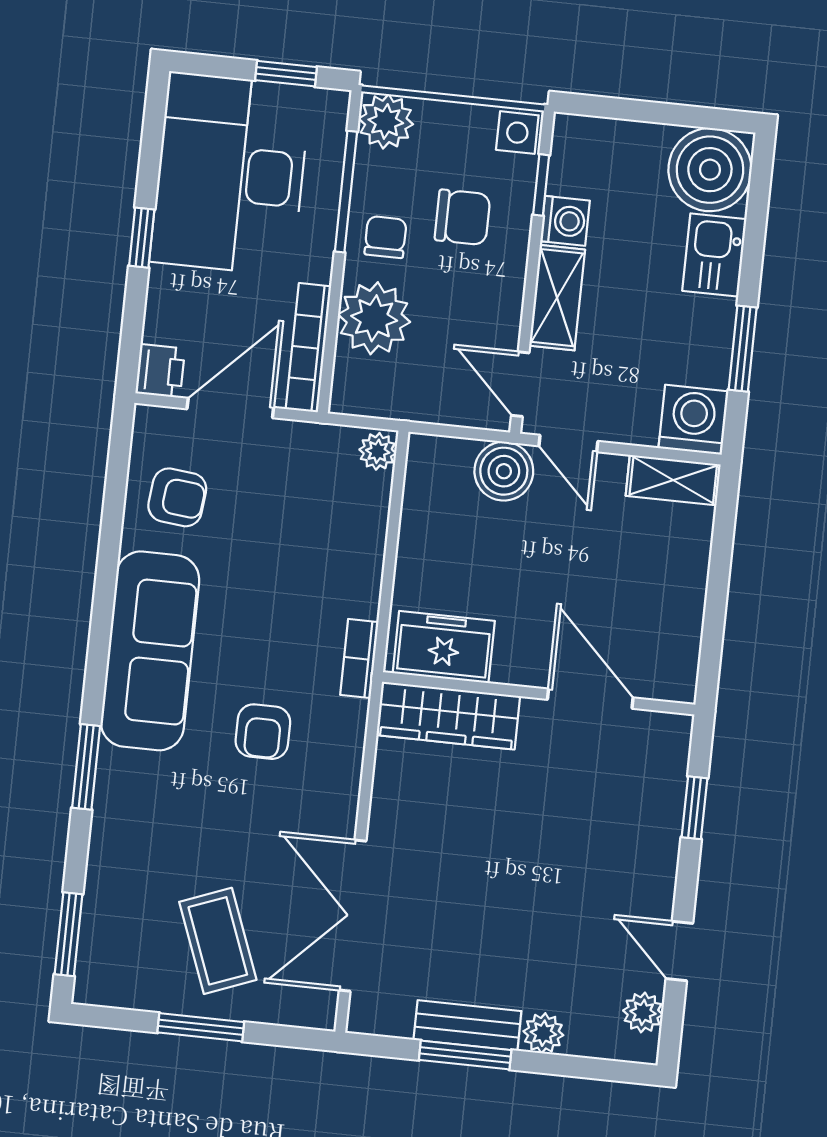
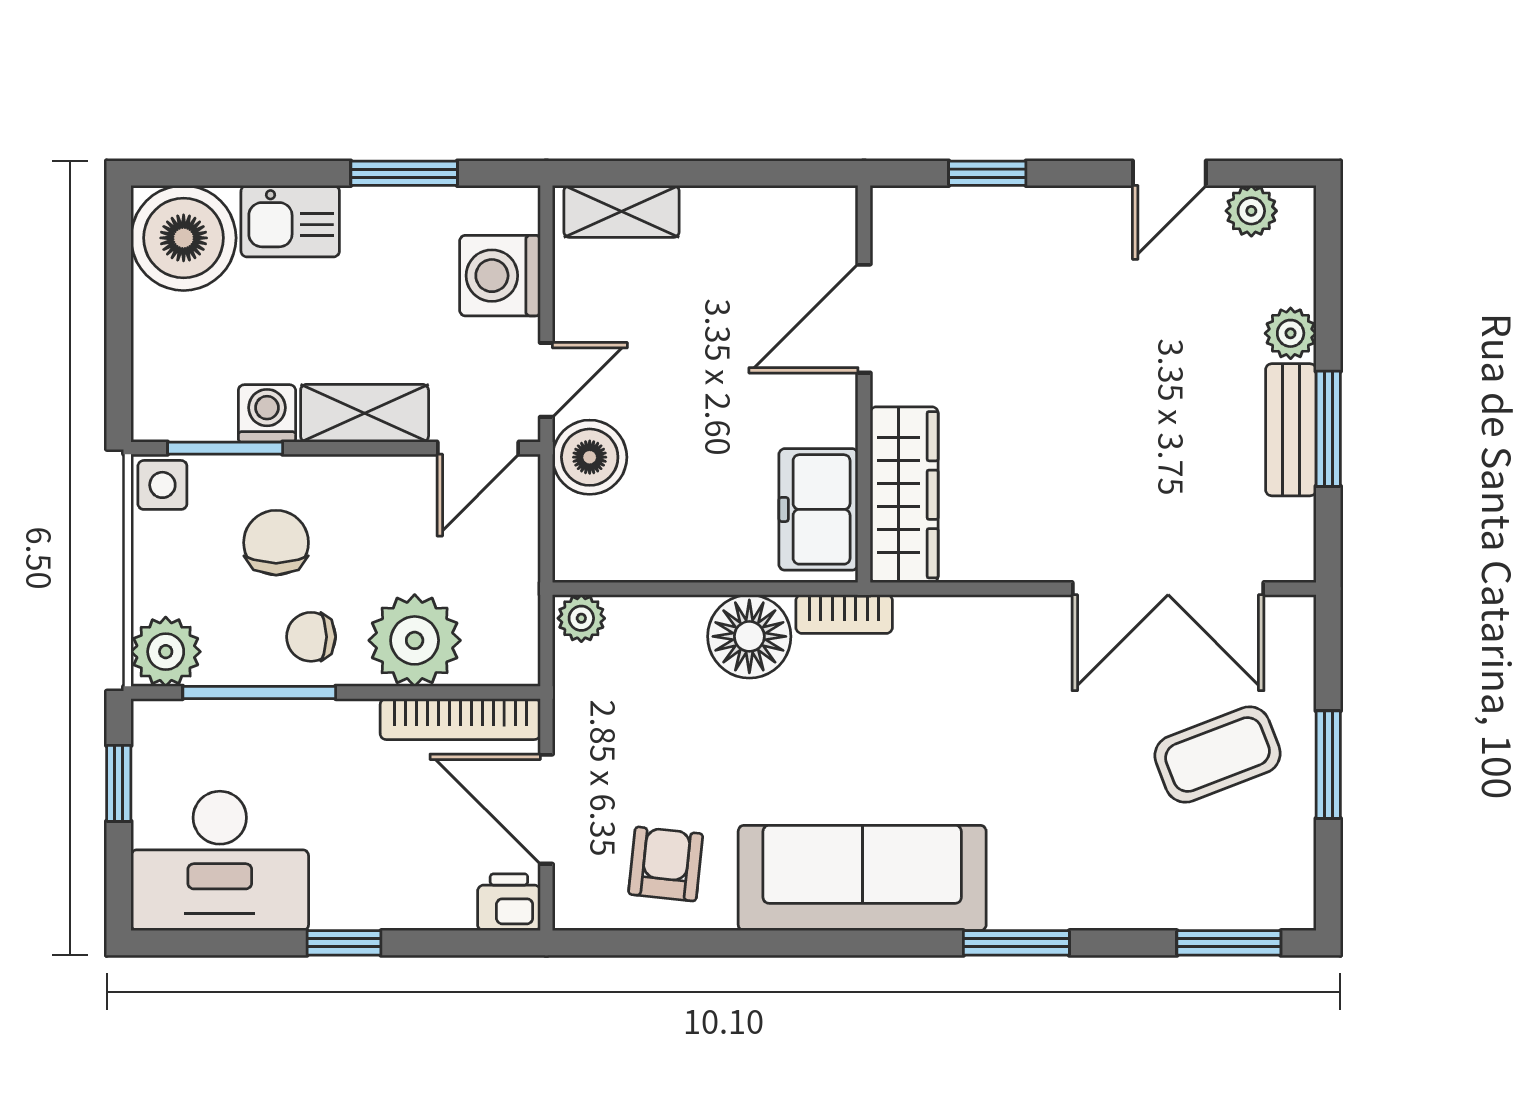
desk: (230, 174) -> (220, 861), width x0.73, depth x0.77
window: (541, 185) -> (225, 448), width x1.50
washing machine: (693, 420) -> (500, 276), moved
shelving: (673, 480) -> (622, 211), moved, turned 90
floor lamp: (350, 582) -> (749, 636), added
armchair: (263, 732) -> (949, 726), removed

